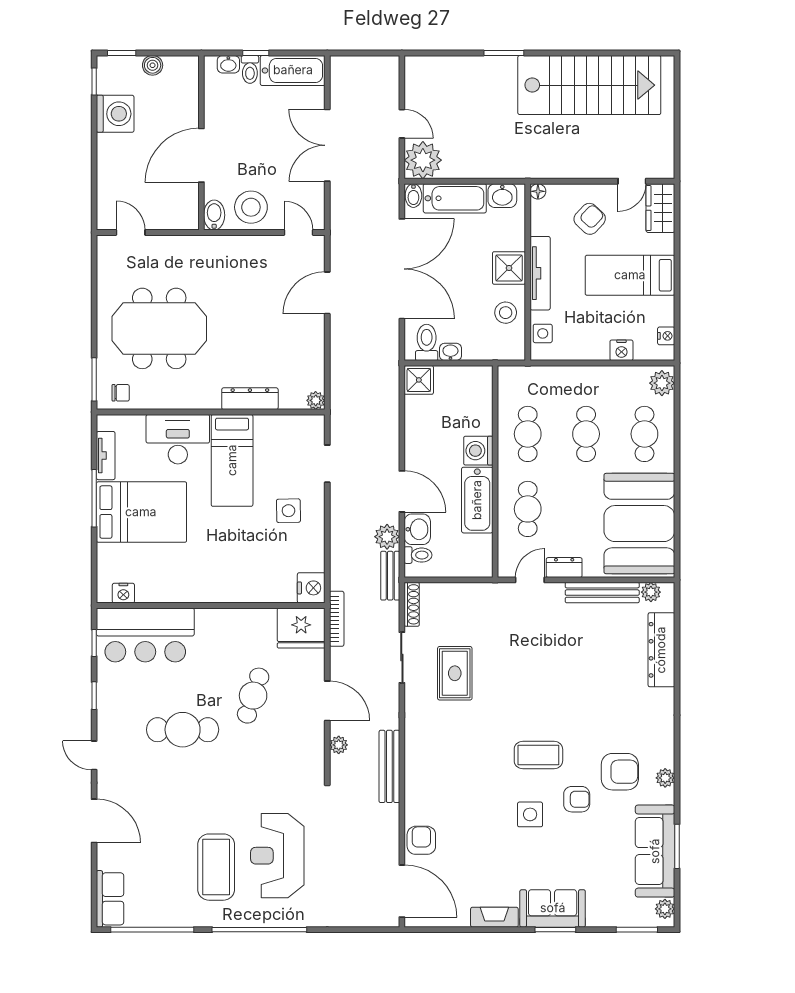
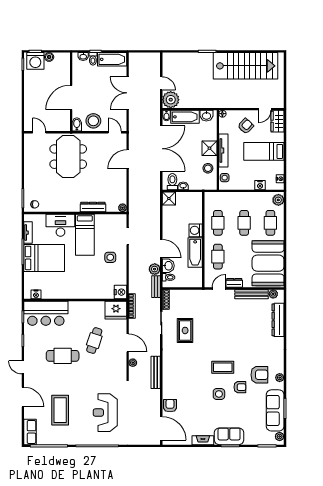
washing machine: (115, 114) -> (35, 61), moved, turned 90
meeting table: (159, 328) -> (68, 157), moved, turned 90
coffee table: (216, 867) -> (60, 410), moved

